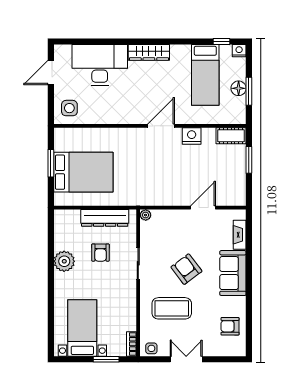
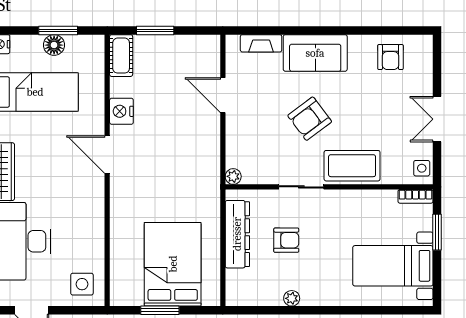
plant: (64, 261) -> (292, 298), width x0.53, depth x0.53
coffee table: (172, 308) -> (352, 166), moved, turned 90

